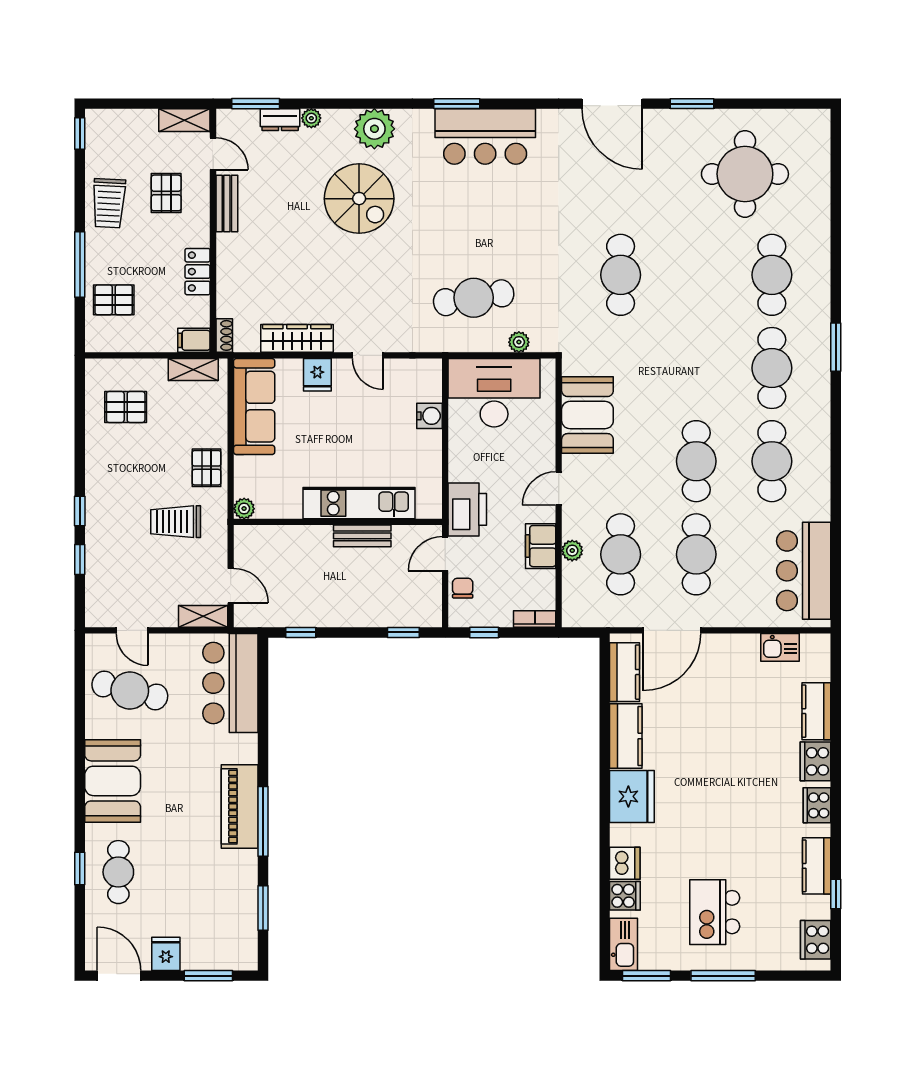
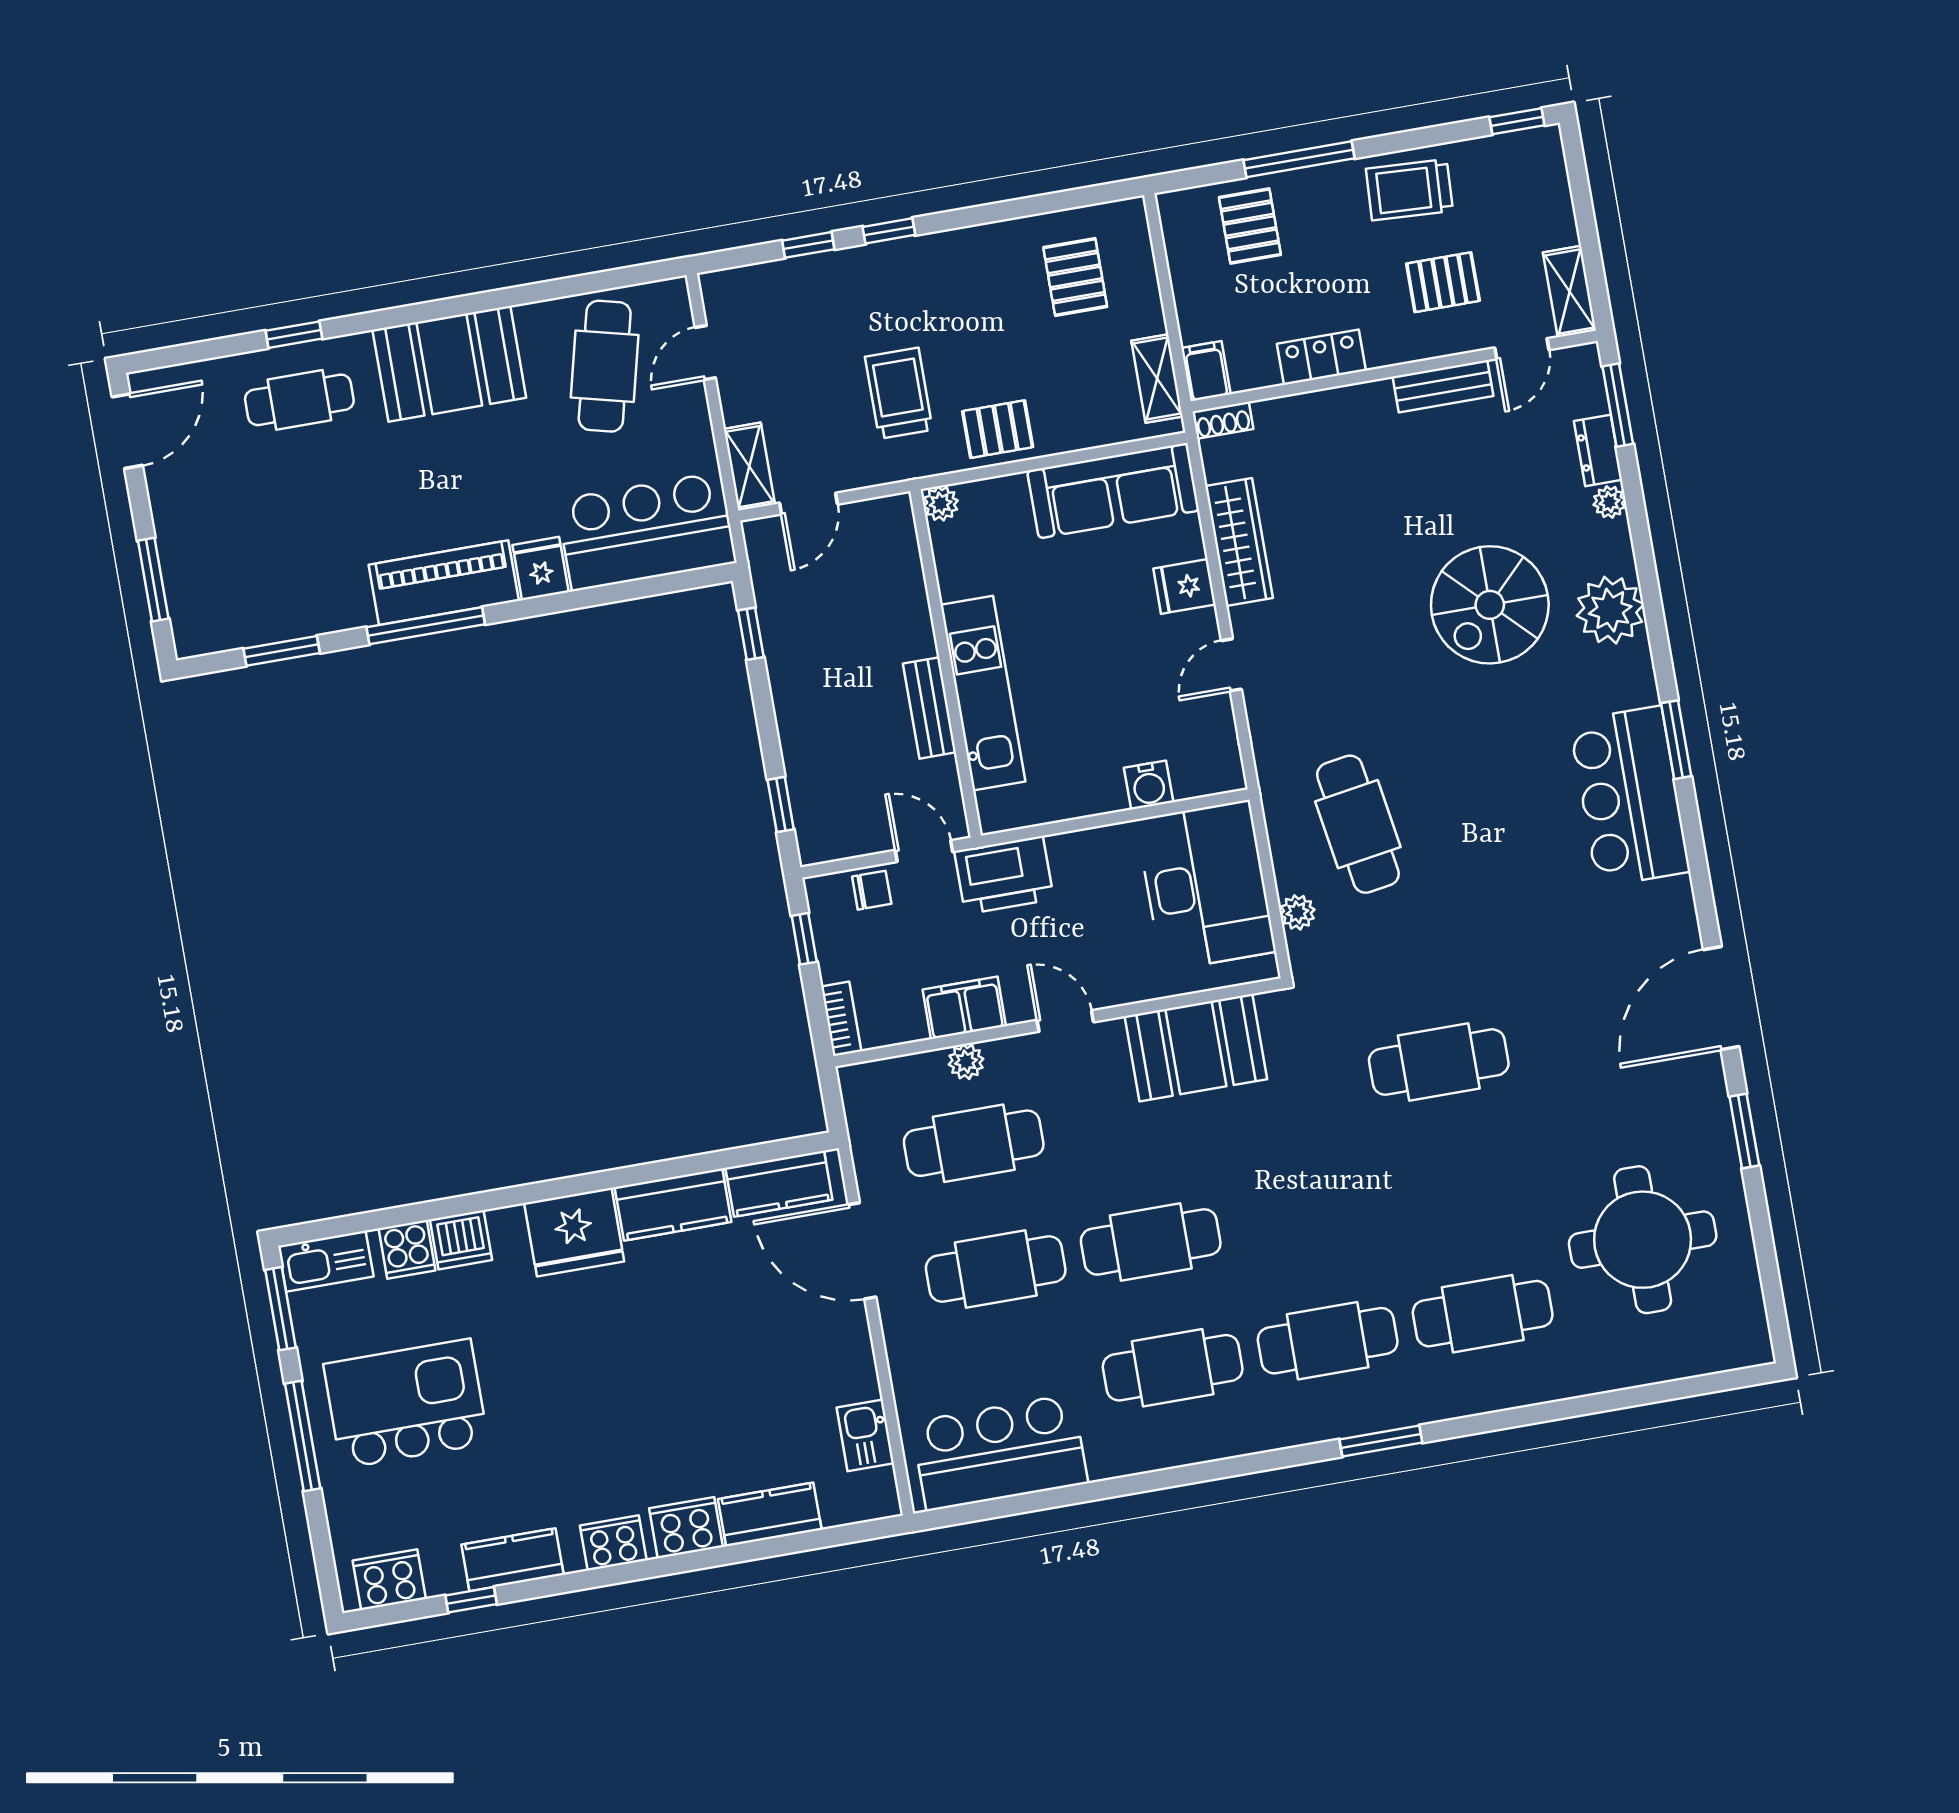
kitchen island: (715, 912) -> (406, 1404), width x1.37, depth x1.28
fridge: (166, 954) -> (541, 568), moved, turned -90

